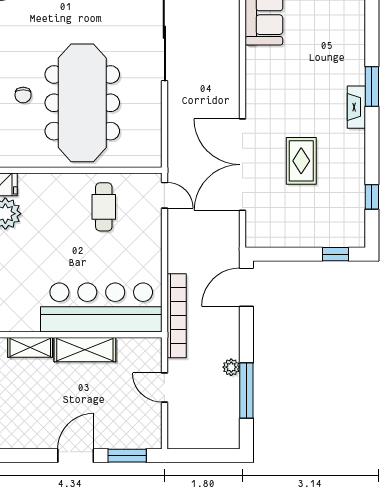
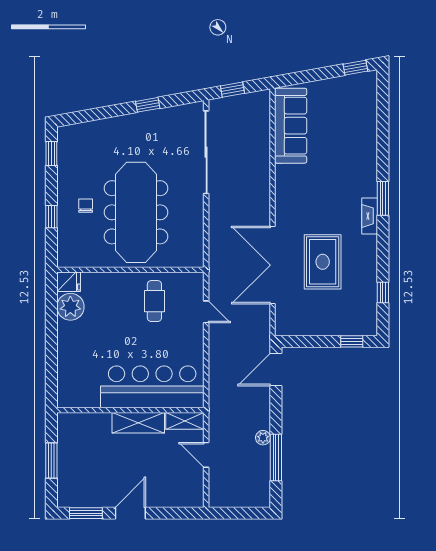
chair: (23, 95) -> (86, 206), turned 180
rug: (301, 161) -> (323, 262), width x1.36, depth x1.43
door: (164, 195) -> (206, 312), moved
bookcase: (177, 316) -> (216, 394), removed
shelving: (30, 347) -> (185, 421), moved
window: (127, 456) -> (86, 513), moved

